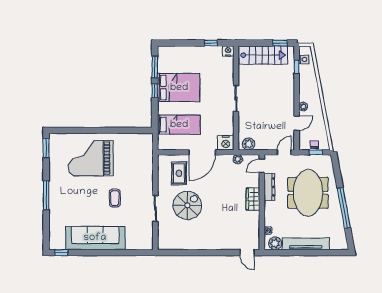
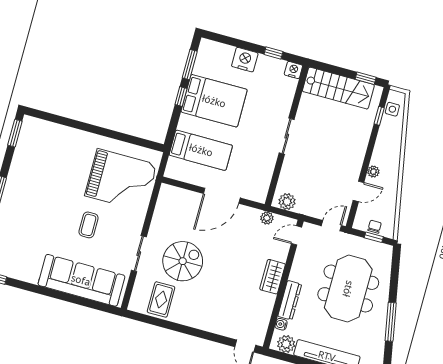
nightstand: (226, 143) -> (245, 60), moved, turned 180
grand piano: (91, 158) -> (121, 180), moved, turned 180
rug: (179, 173) -> (161, 299), moved
dresser: (269, 187) -> (290, 300), moved
window: (344, 208) -> (391, 322), width x0.68
sofa: (95, 238) -> (81, 280), moved

